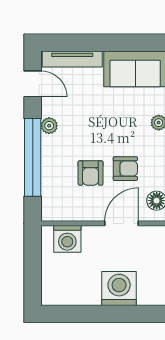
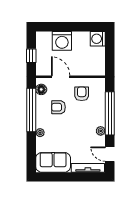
armchair: (91, 173) -> (82, 94), moved
door: (121, 223) -> (61, 77), swing flipped
washing machine: (67, 239) -> (98, 39), moved, turned -90

